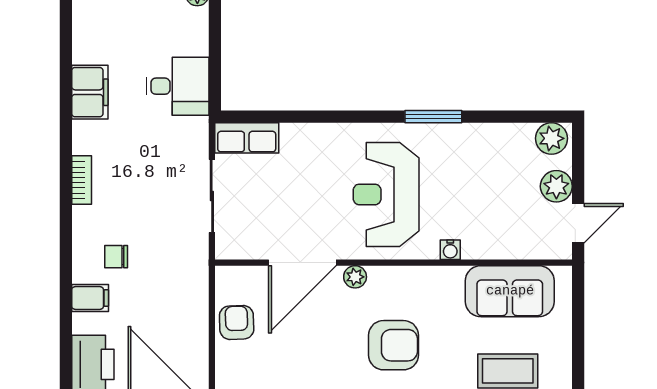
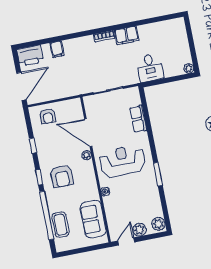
filing cabinet: (90, 92) -> (127, 35), moved
row of seats: (247, 138) -> (138, 119), moved
door: (578, 223) -> (126, 241), swing flipped
chair: (116, 257) -> (76, 56), removed
armchair: (237, 322) -> (48, 116), moved, turned 92

